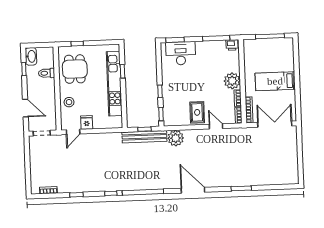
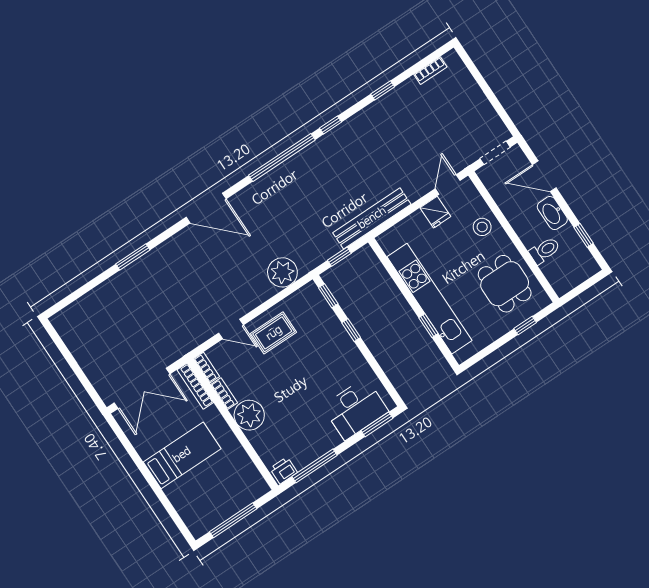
washbasin: (31, 56) -> (552, 213), moved
rug: (197, 112) -> (274, 333), turned 90
bench: (144, 137) -> (372, 218), moved

